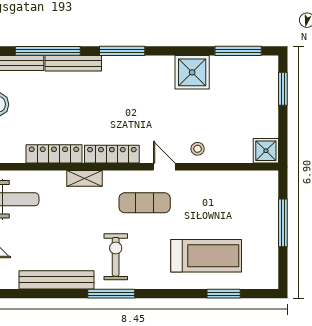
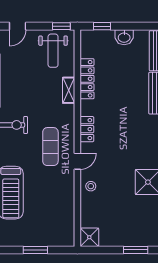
locker: (112, 154) -> (87, 129), width x0.66
shelving: (85, 178) -> (69, 90), moved
window: (283, 223) -> (35, 250), width x0.69

